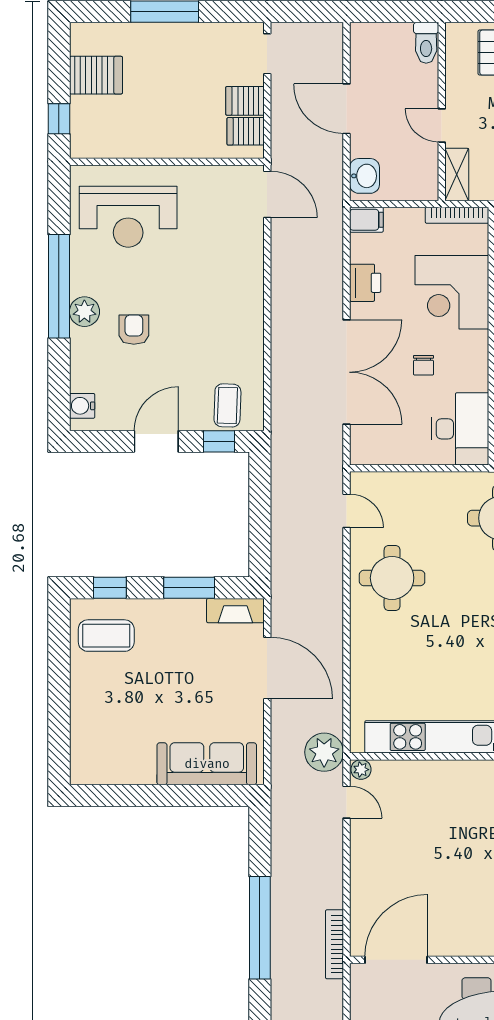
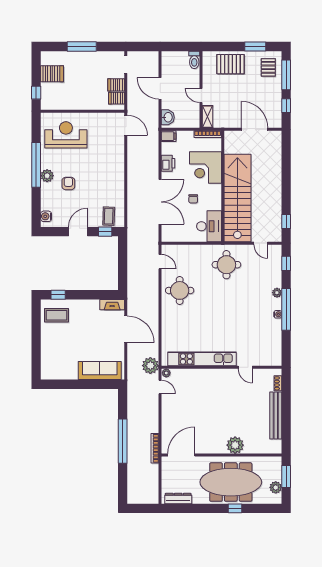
reception desk: (128, 217) -> (66, 135), turned 180
window: (189, 588) -> (92, 295), removed

